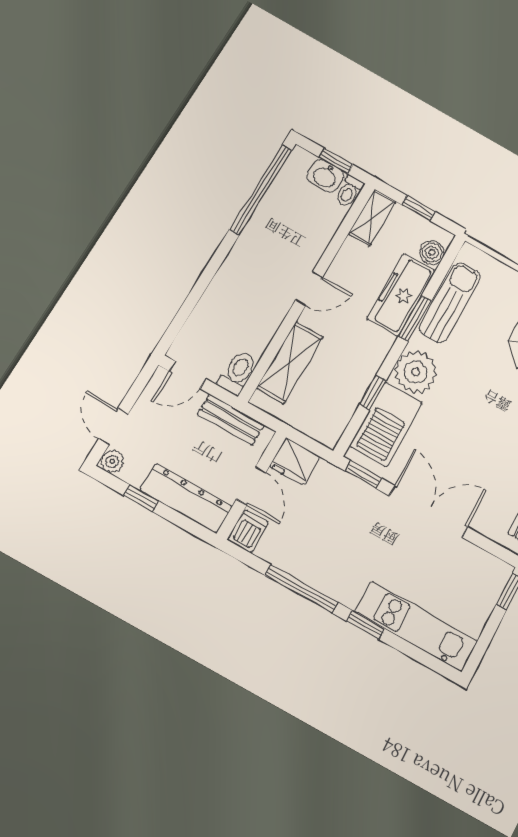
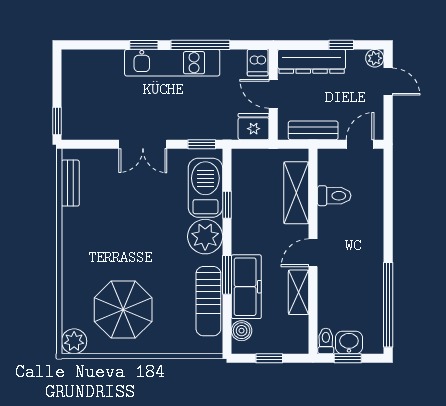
shelving: (372, 217) -> (299, 292), moved
toilet: (238, 372) -> (334, 196), moved, turned -90
double door: (428, 511) -> (143, 144), width x0.73
kitchen unit: (416, 626) -> (172, 63), moved

